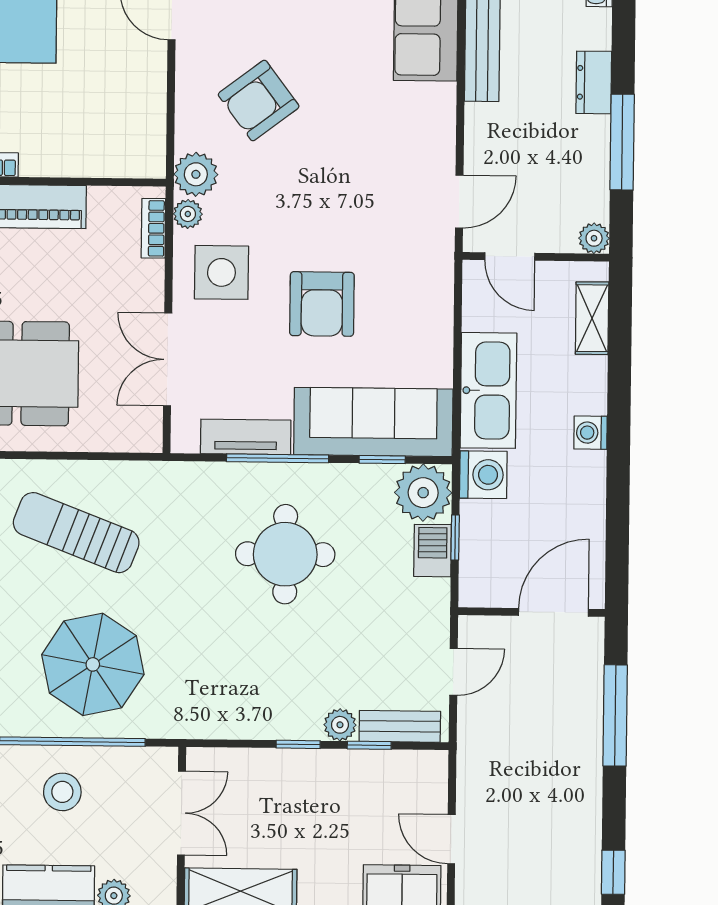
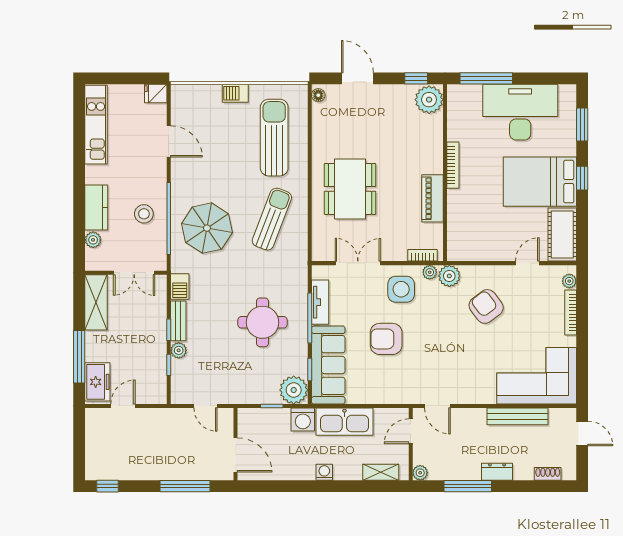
barbecue: (433, 551) -> (180, 286), moved, turned 90
bench: (400, 726) -> (178, 321), moved

